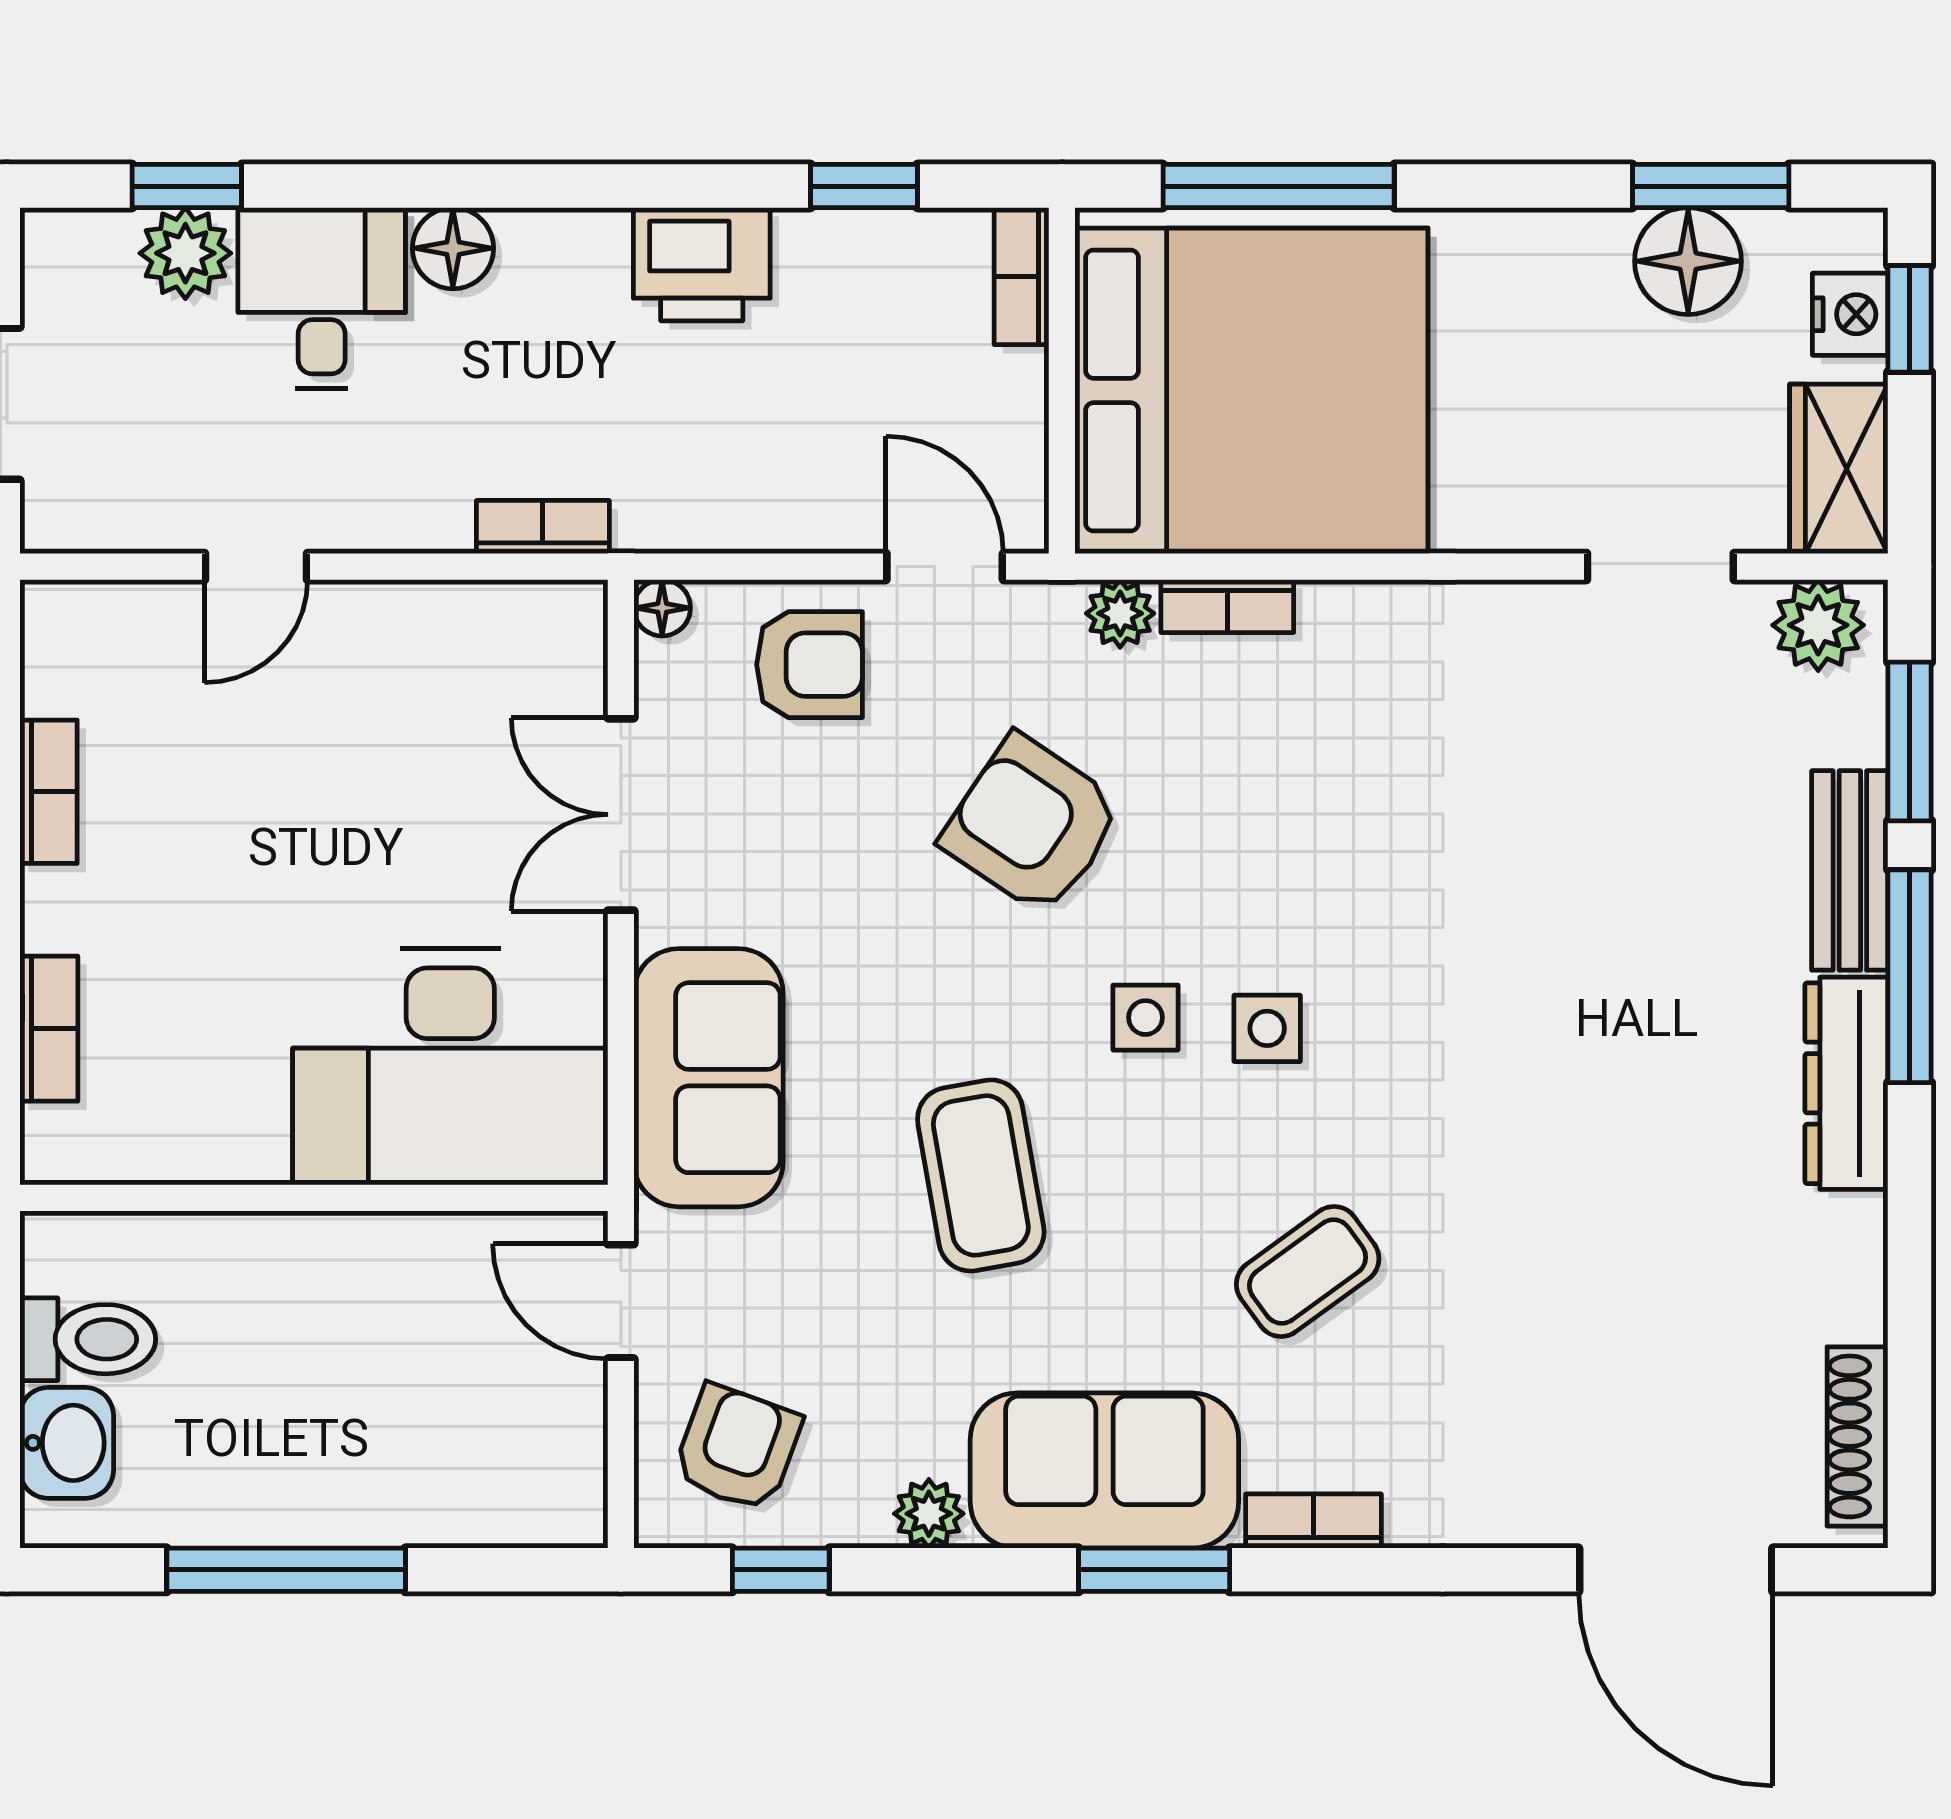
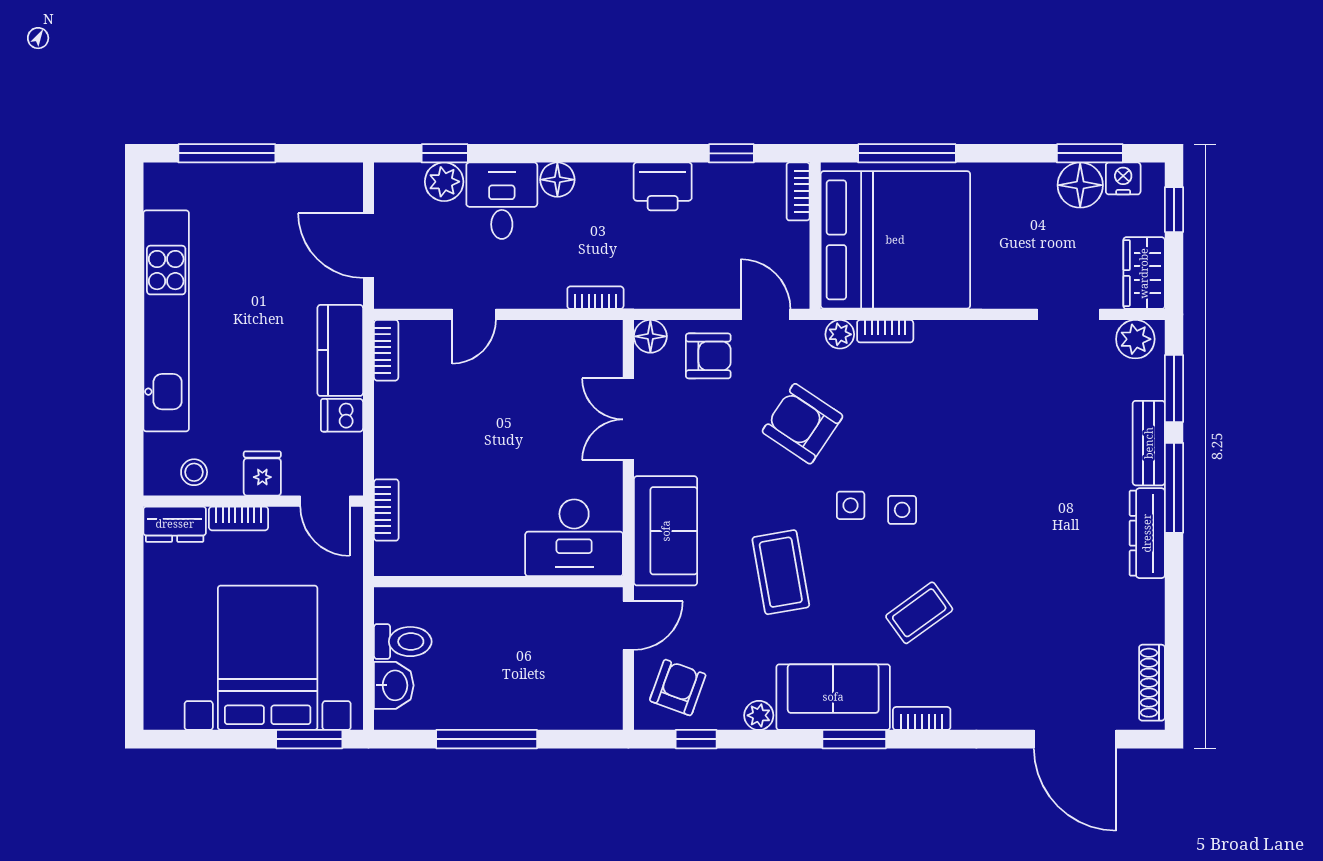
nightstand: (1850, 314) -> (1123, 178), moved, turned -90
floor lamp: (662, 608) -> (650, 336), width x1.37, depth x1.37
bookcase: (48, 792) -> (386, 350), moved
desk: (450, 1067) -> (574, 538), width x0.73, depth x0.77
door: (621, 1301) -> (628, 625), swing flipped

